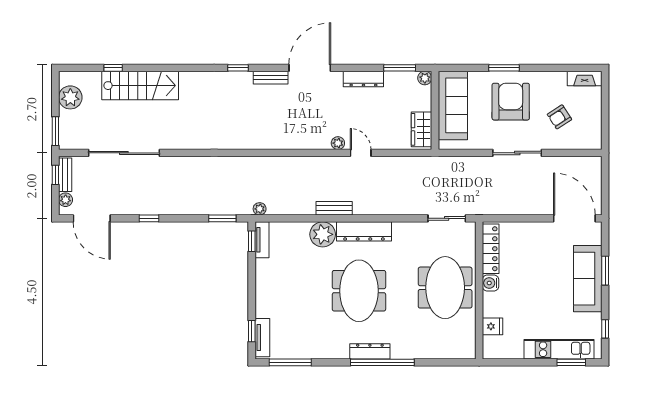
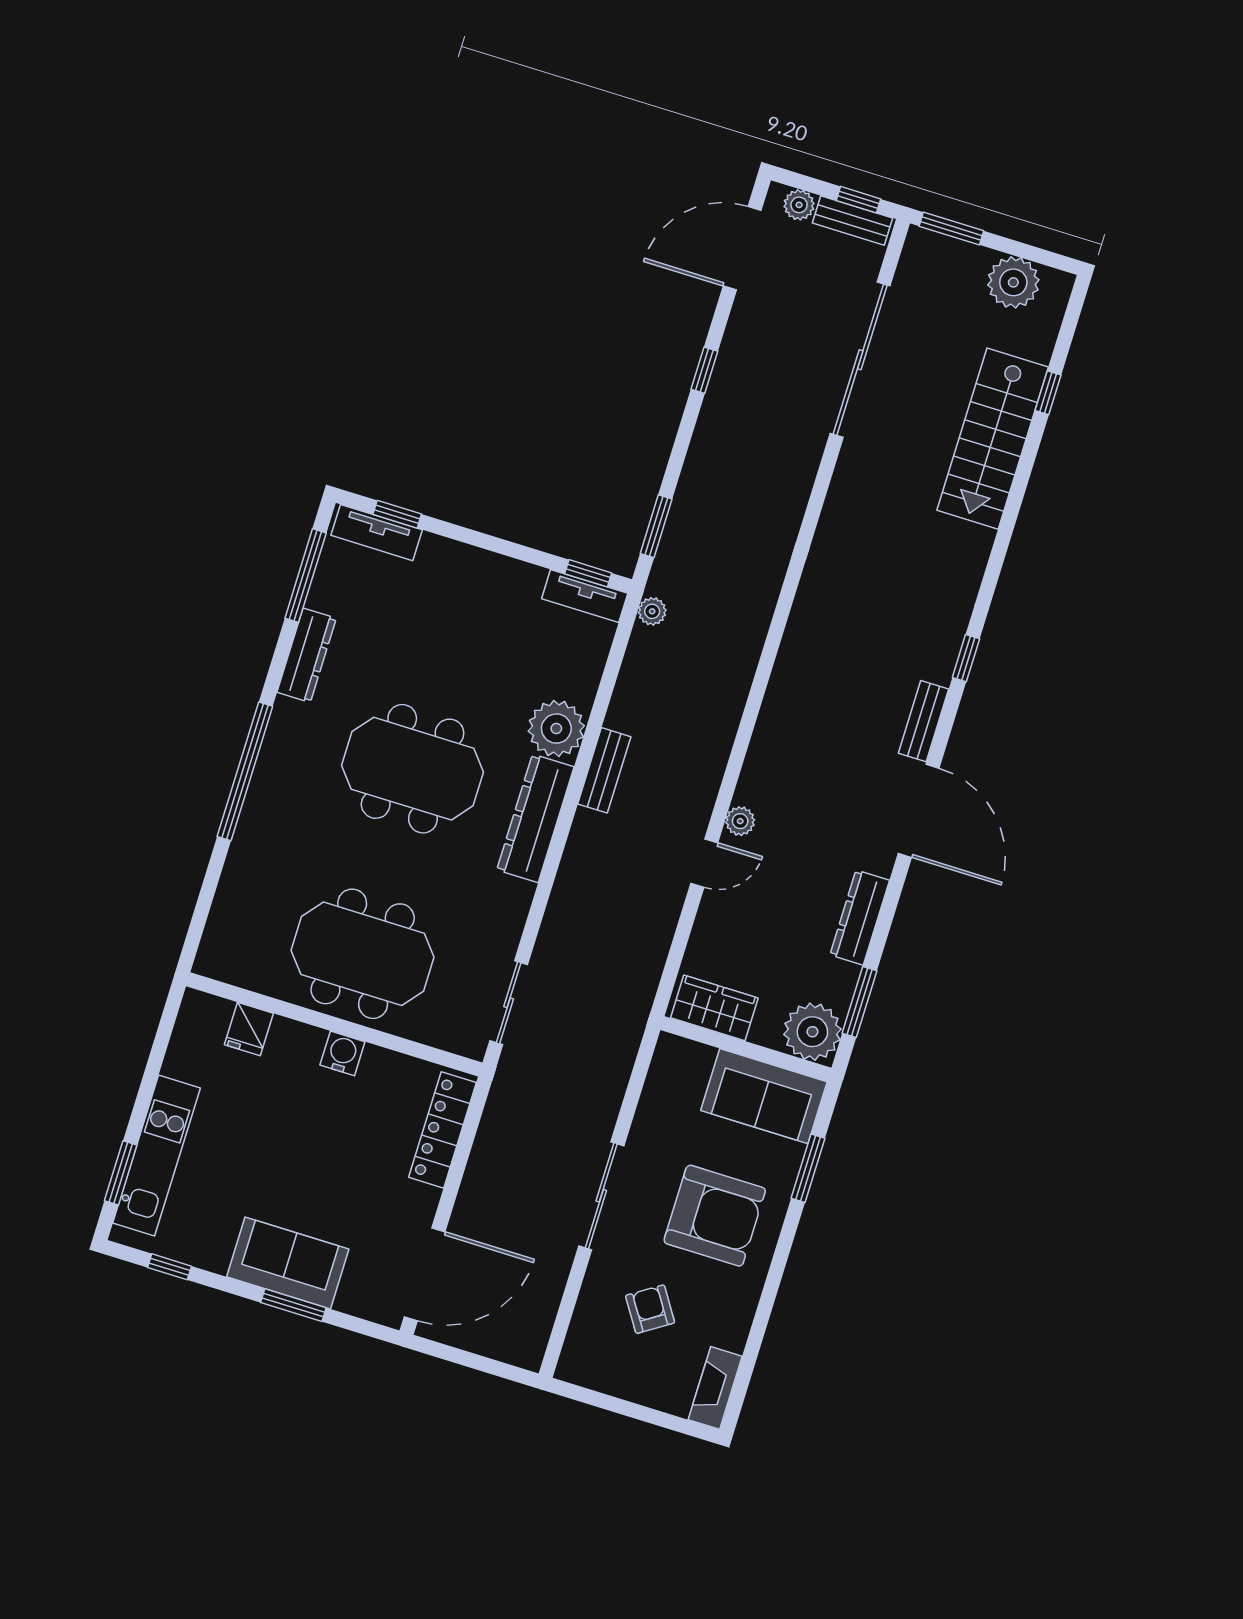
window: (504, 68) -> (808, 1168), moved
plant: (425, 78) -> (812, 1032), width x1.88, depth x1.88
sofa: (453, 105) -> (764, 1096), width x0.73
locker: (491, 249) -> (442, 1130), moved, turned 90
sofa: (588, 279) -> (288, 1263), width x0.73
dresser: (370, 351) -> (307, 655), moved

